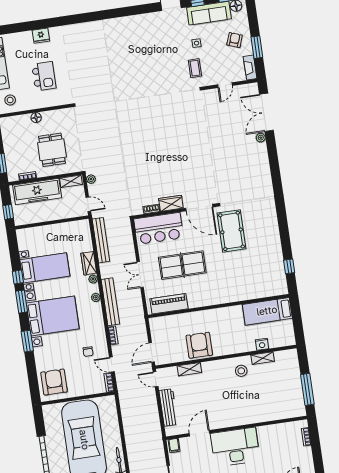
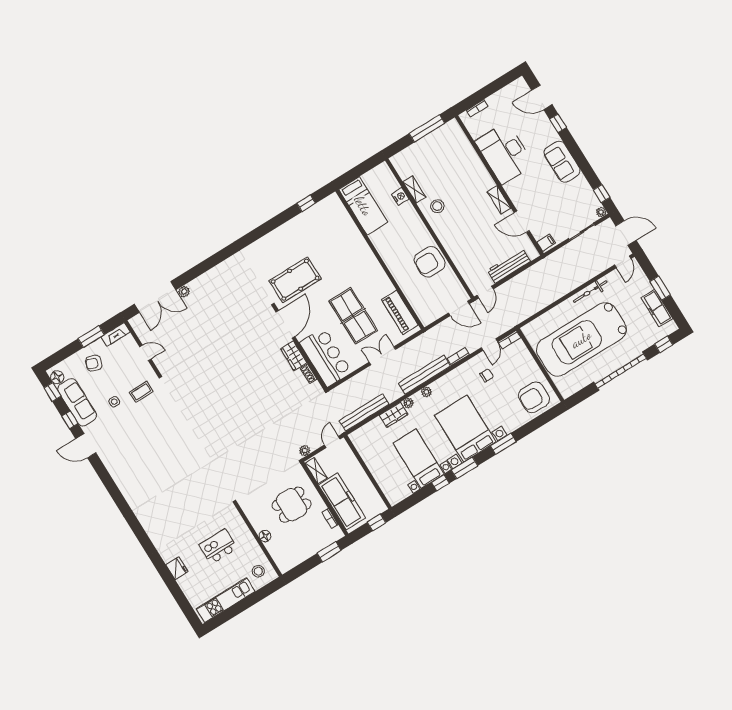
double door: (140, 275) -> (382, 356), swing flipped
shelving: (189, 369) -> (499, 200), moved
desk: (235, 447) -> (504, 153), moved

